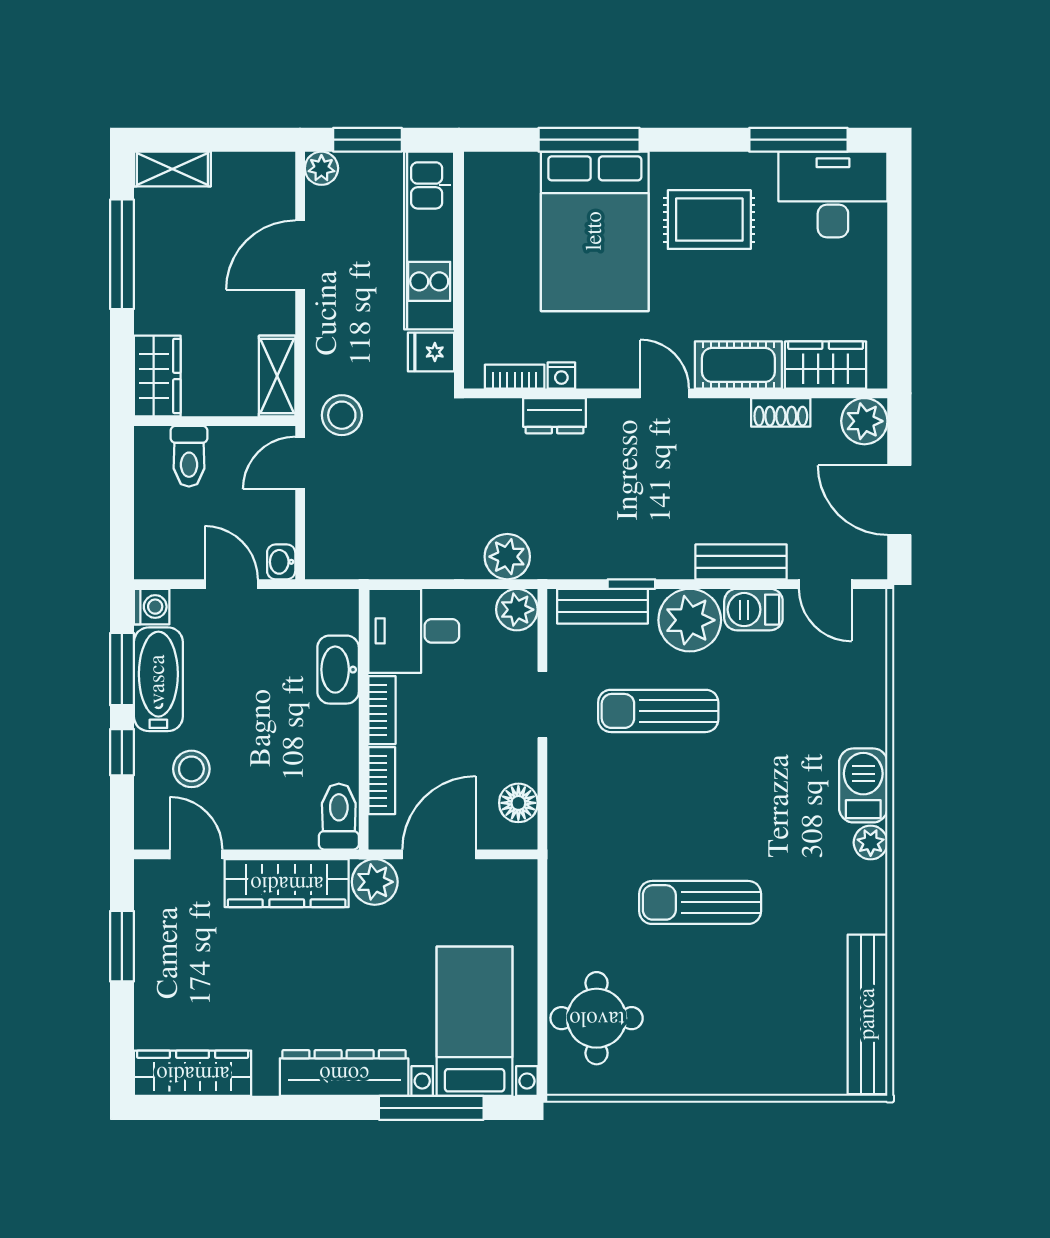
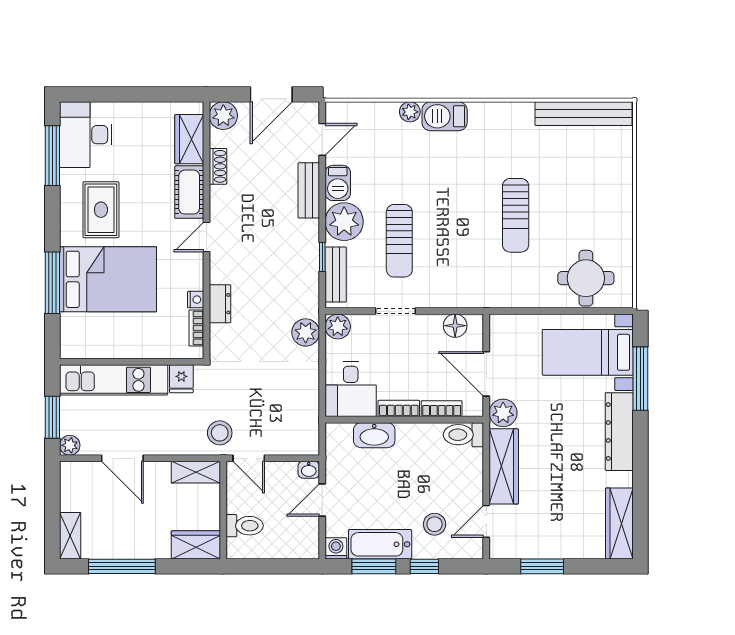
plant: (871, 843) -> (410, 112), moved

